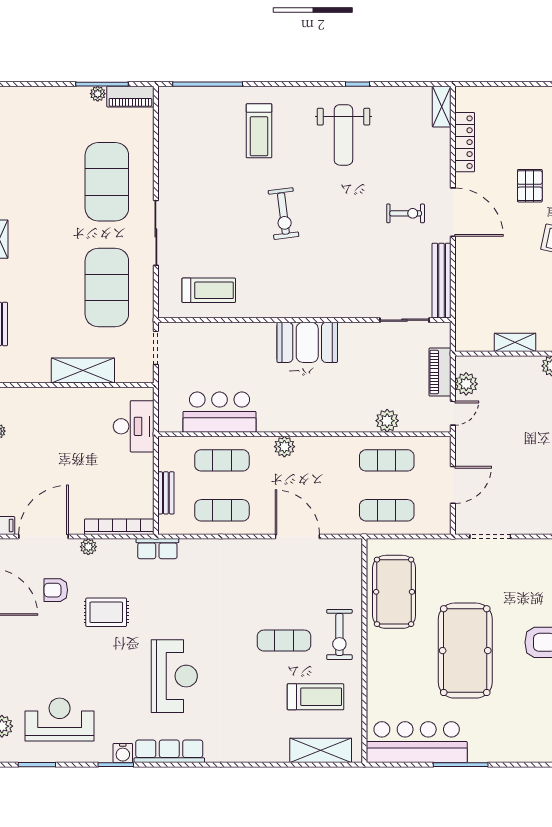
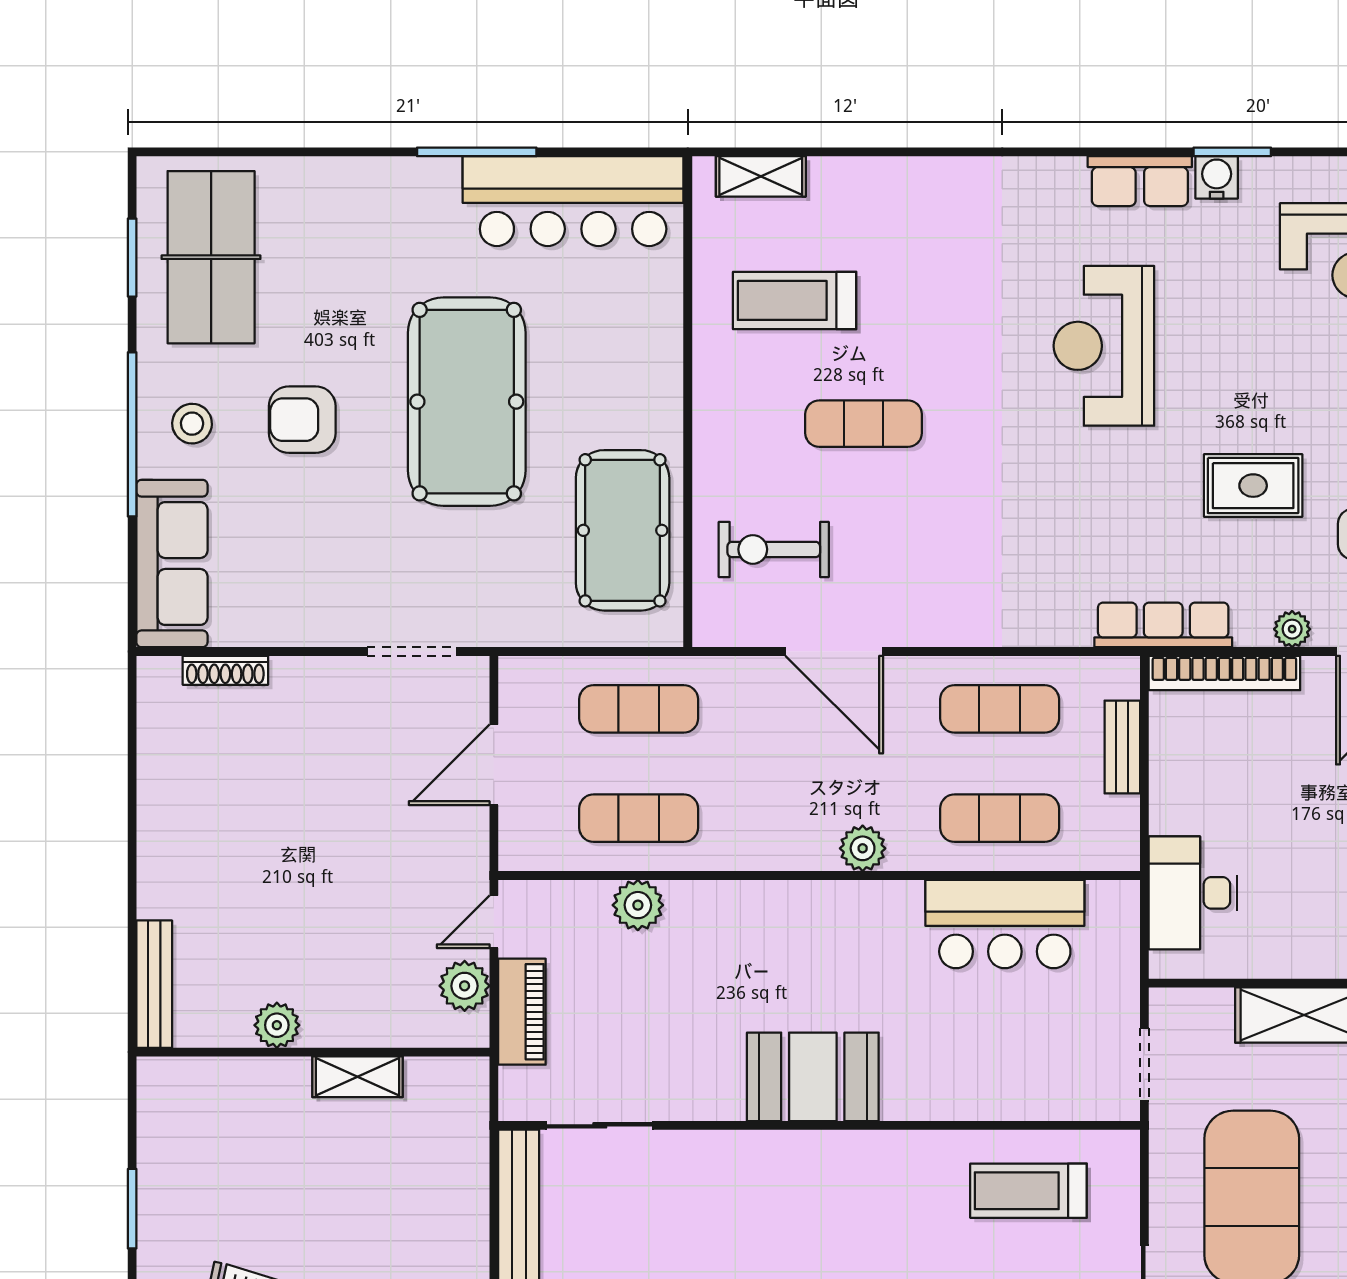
row of seats: (157, 549) -> (1163, 625), width x1.48
exercise bike: (339, 634) -> (774, 549), moved, turned -90
shelving: (321, 750) -> (761, 176), width x0.67, depth x0.75
row of seats: (169, 751) -> (1140, 181), width x0.68

